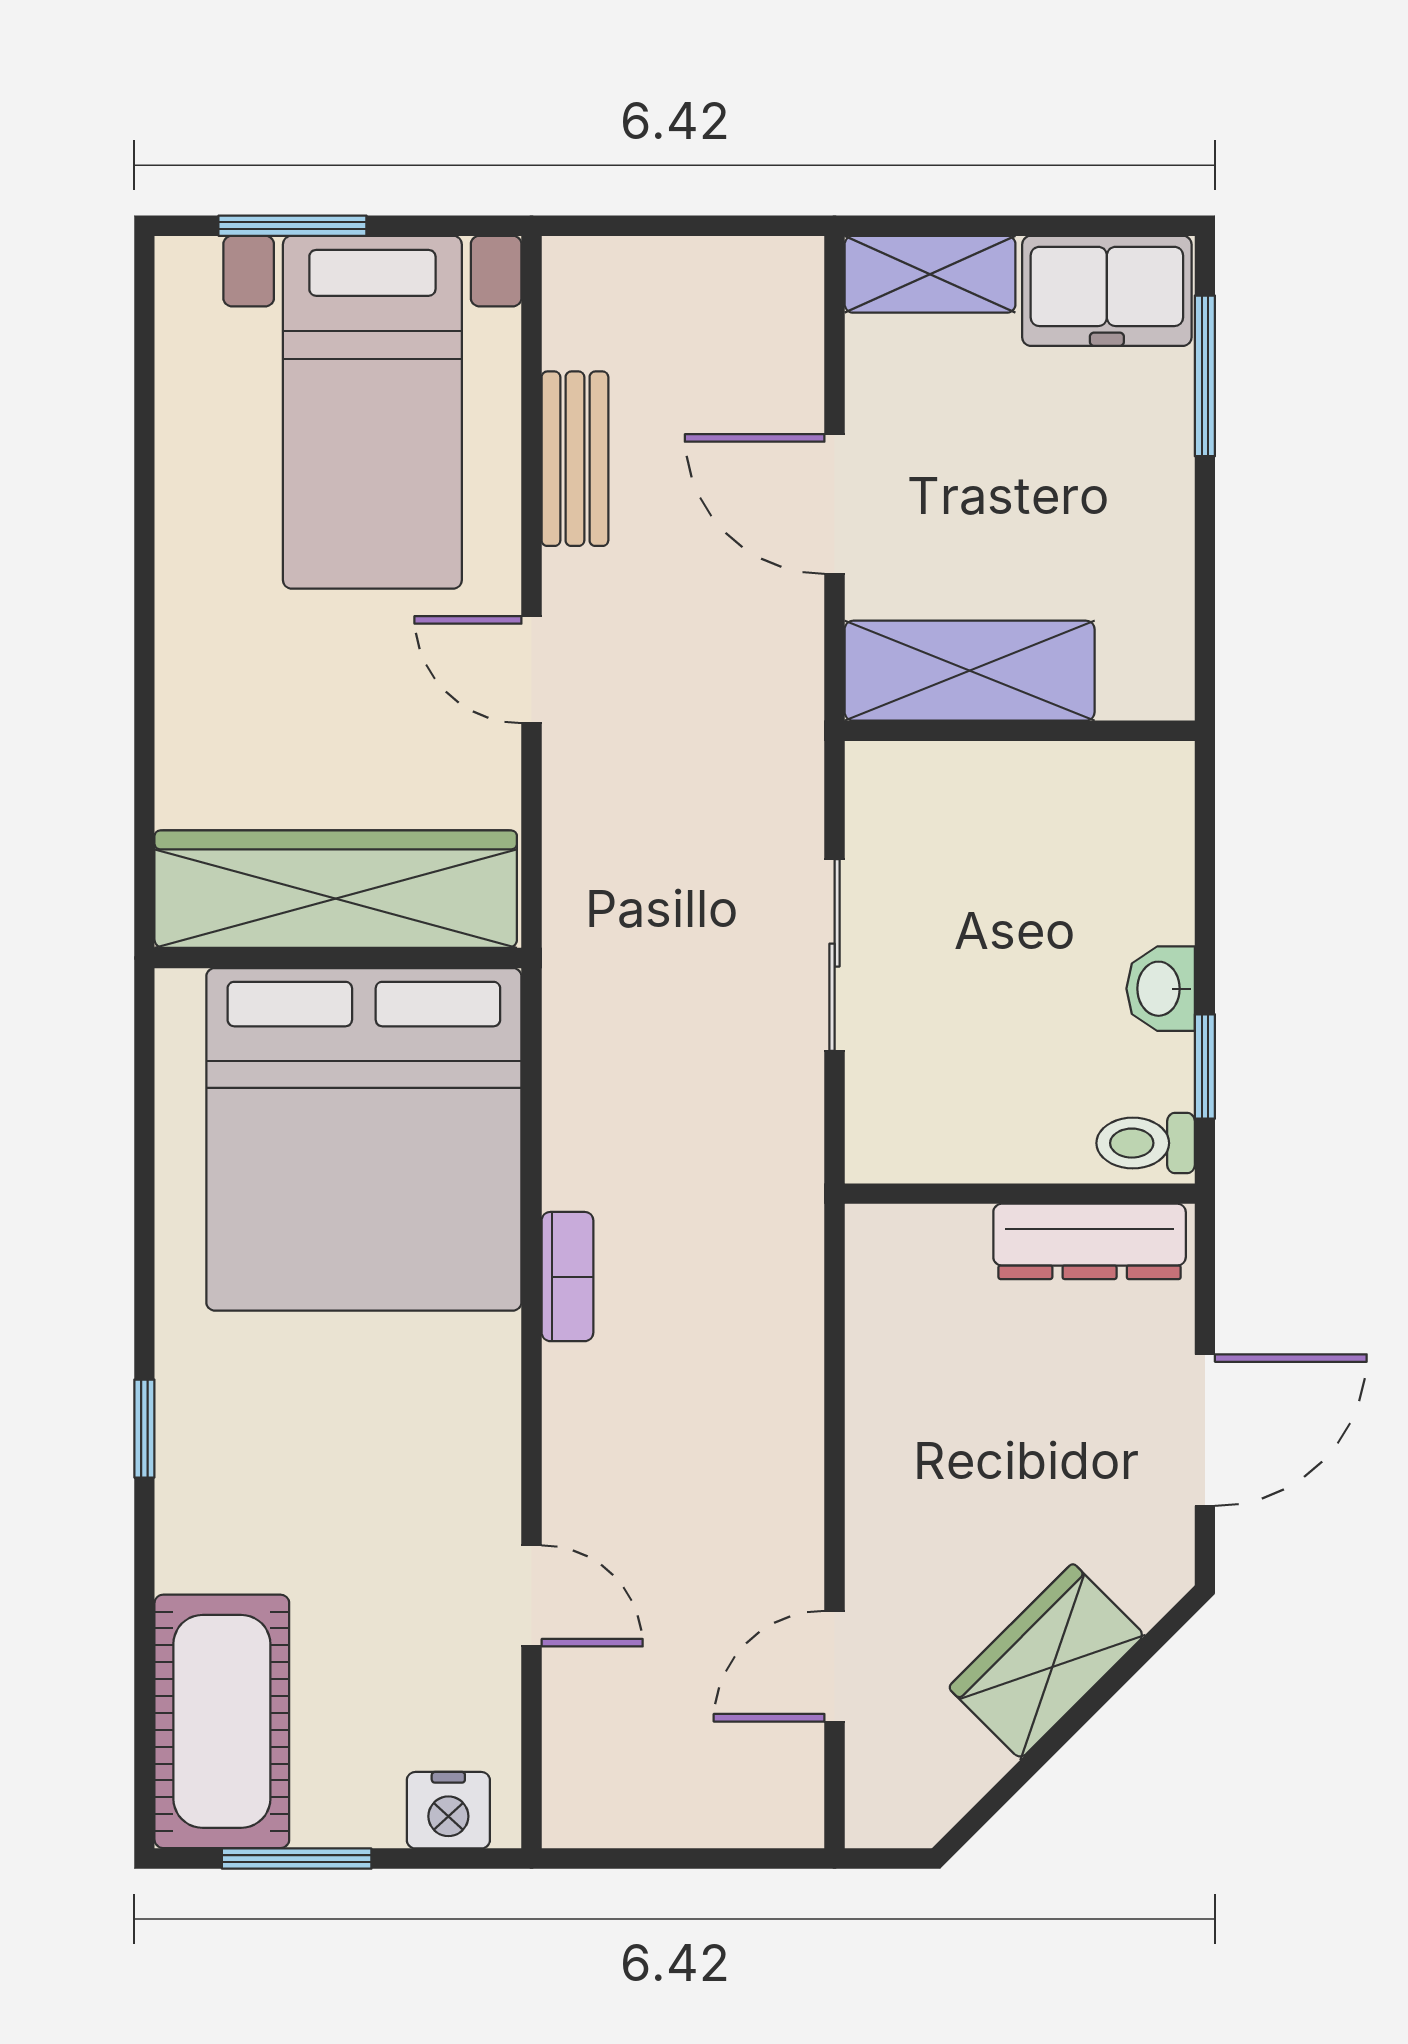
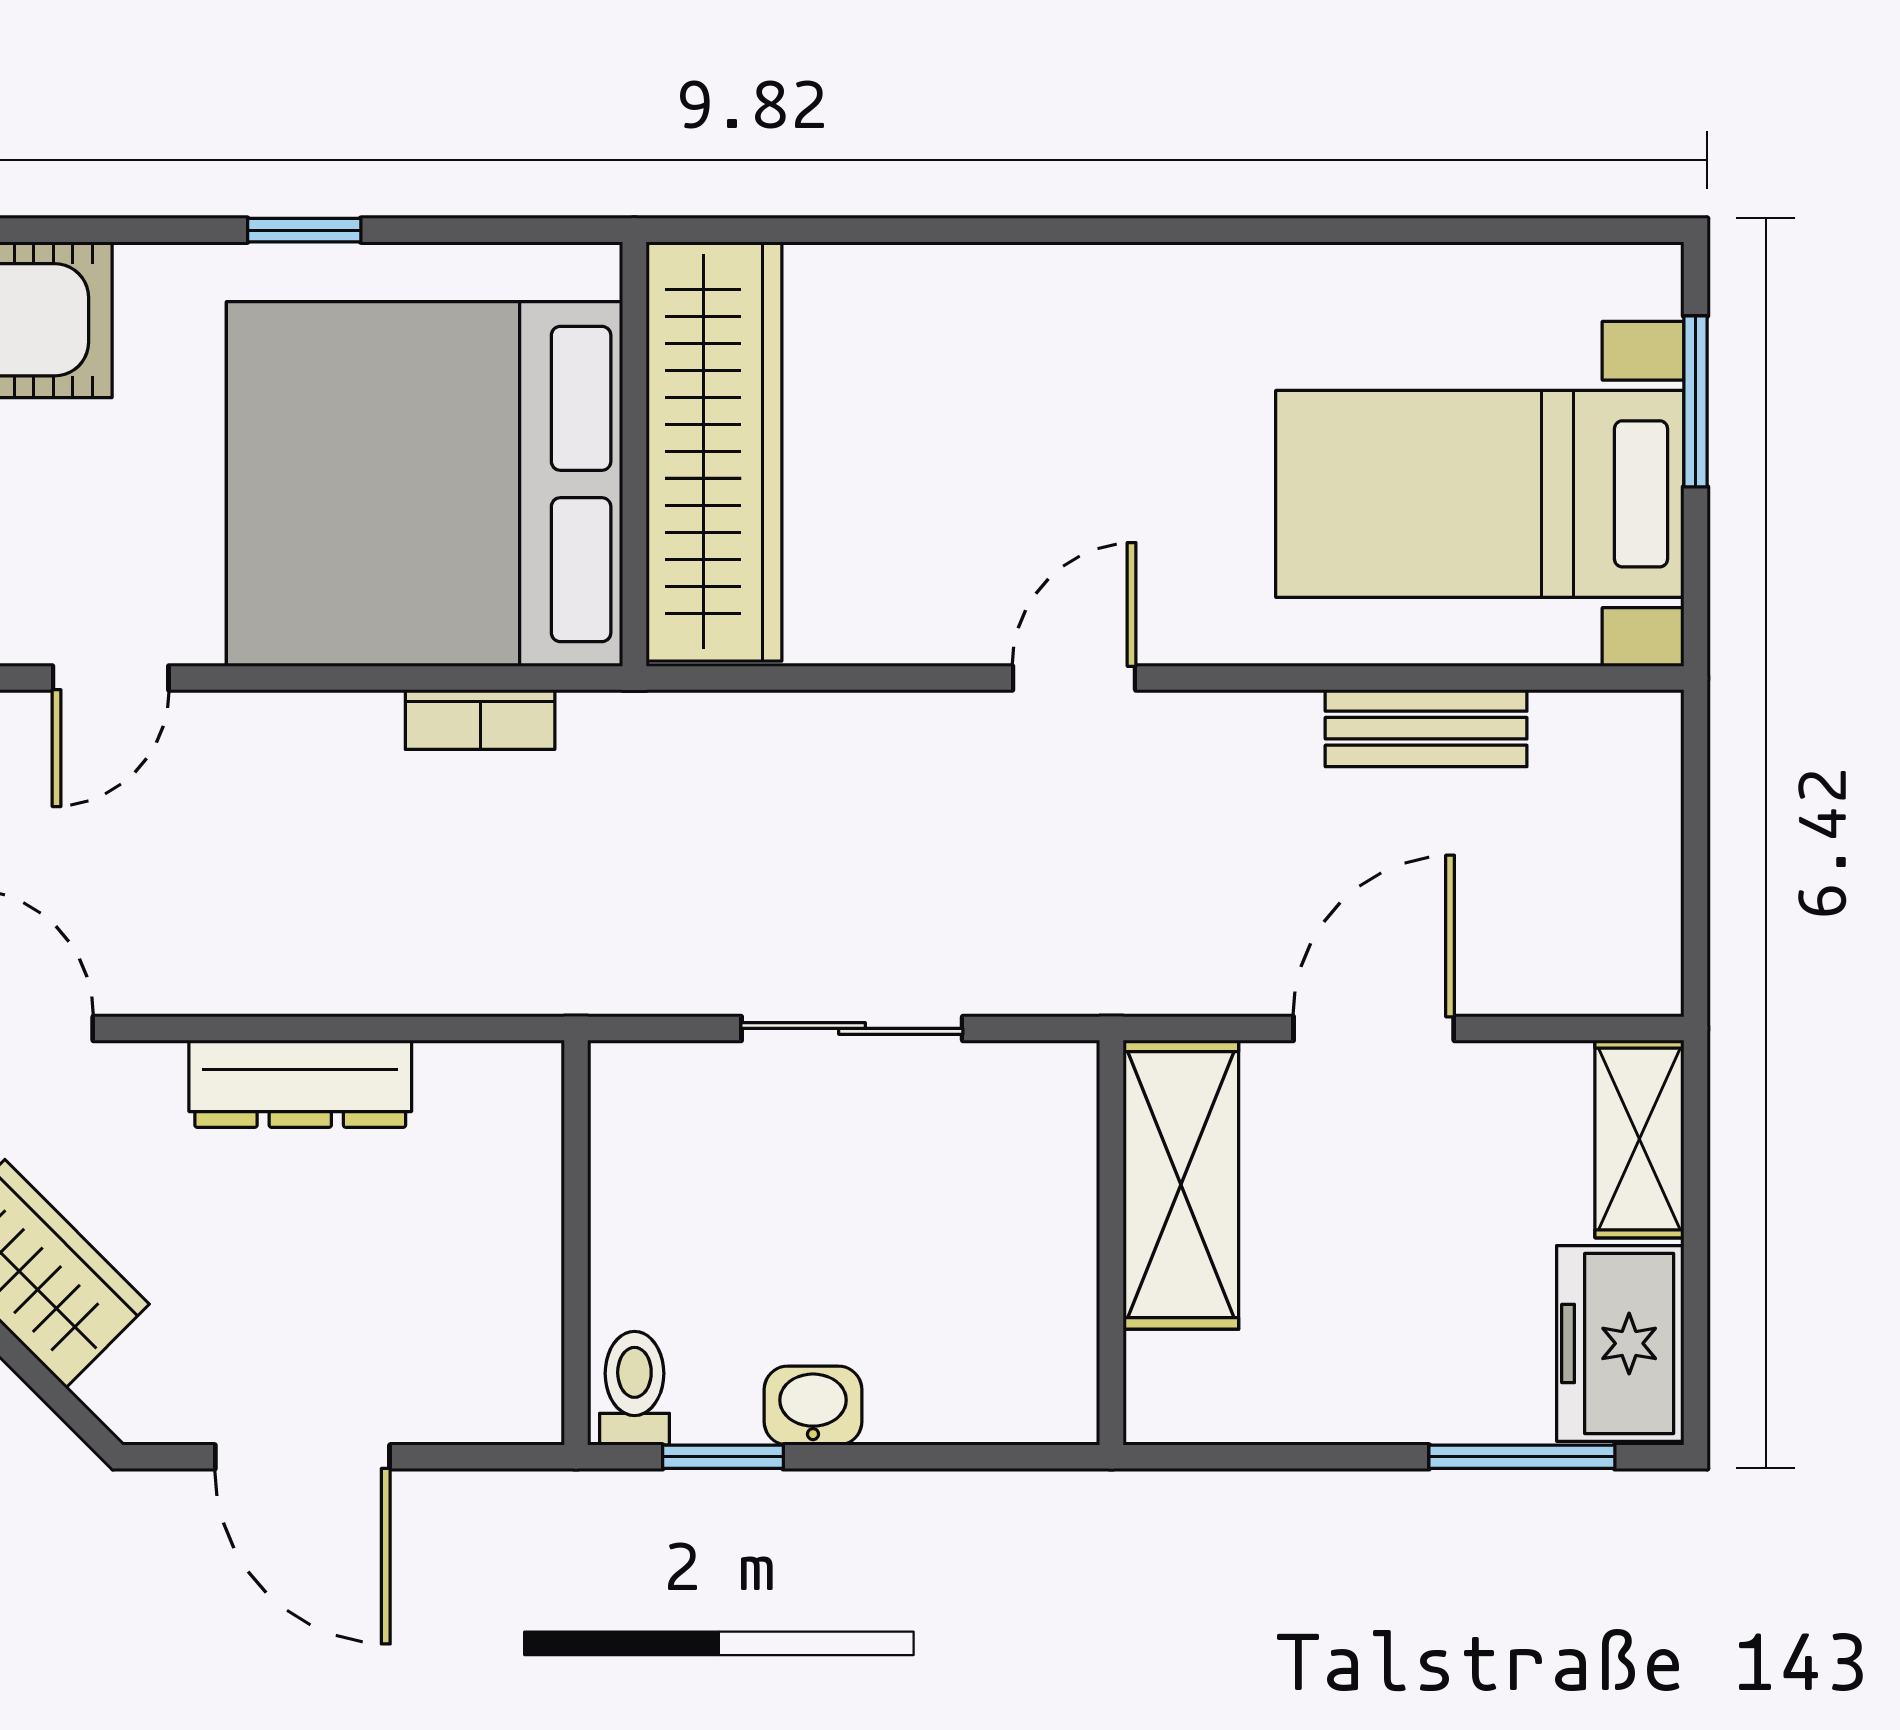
door: (532, 670) -> (1074, 678), moved
wardrobe: (336, 889) -> (714, 451), moved
wall: (338, 958) -> (634, 454), moved
bed: (364, 1139) -> (425, 484), moved
dresser: (1090, 1241) -> (300, 1084), moved, turned -90

